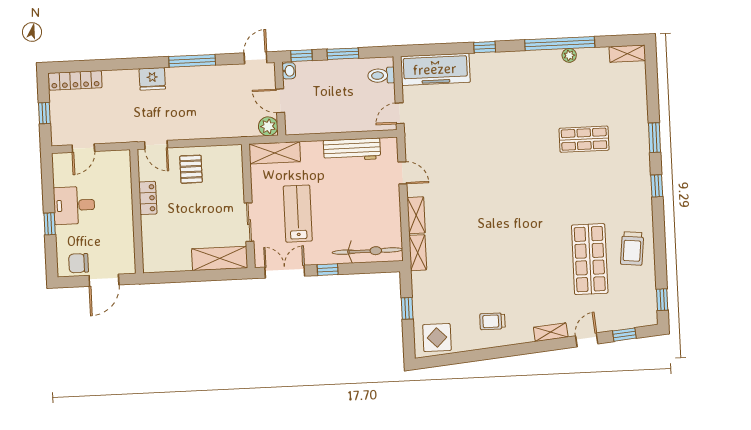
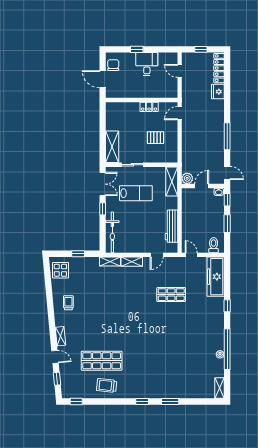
fridge: (152, 79) -> (218, 92), moved
shop shelf: (584, 139) -> (171, 295), moved, turned 90
pallet: (191, 169) -> (155, 138), moved

